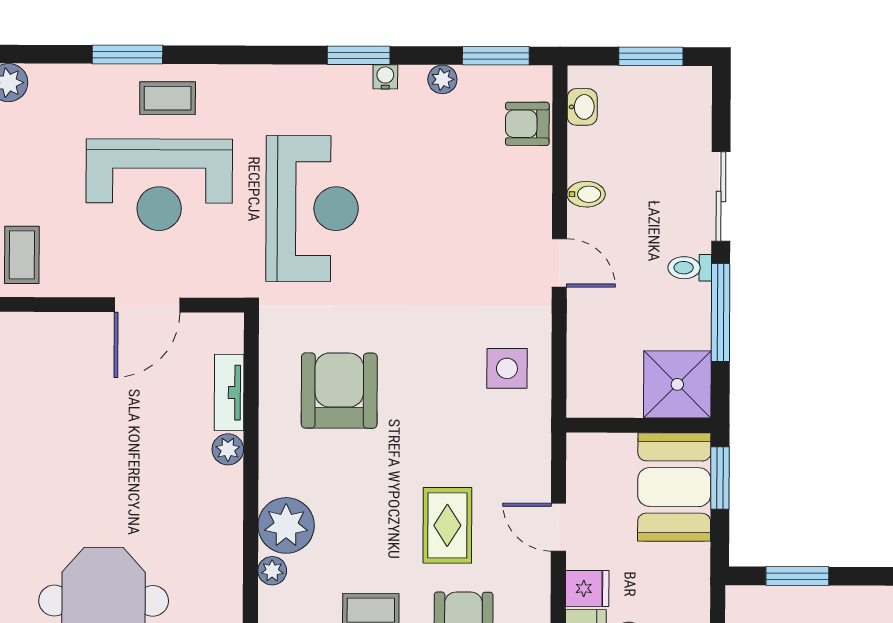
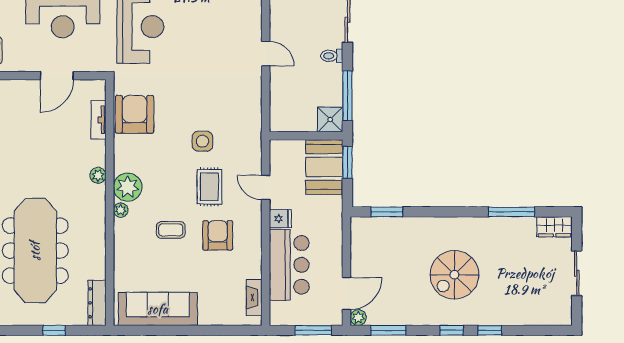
bidet: (586, 194) -> (279, 19), removed
window: (720, 313) -> (347, 96), moved
side table: (507, 368) -> (203, 141), moved
shower: (677, 384) -> (330, 119), width x0.73, depth x0.73
armchair: (339, 391) -> (135, 114), moved
plant: (228, 449) -> (98, 175), moved

